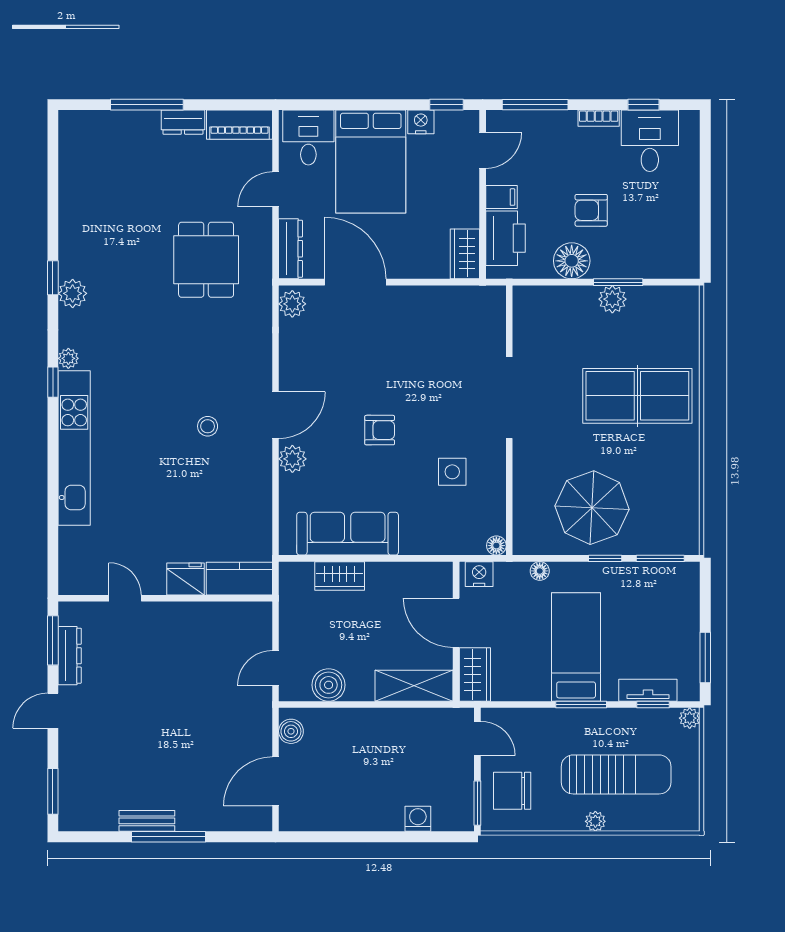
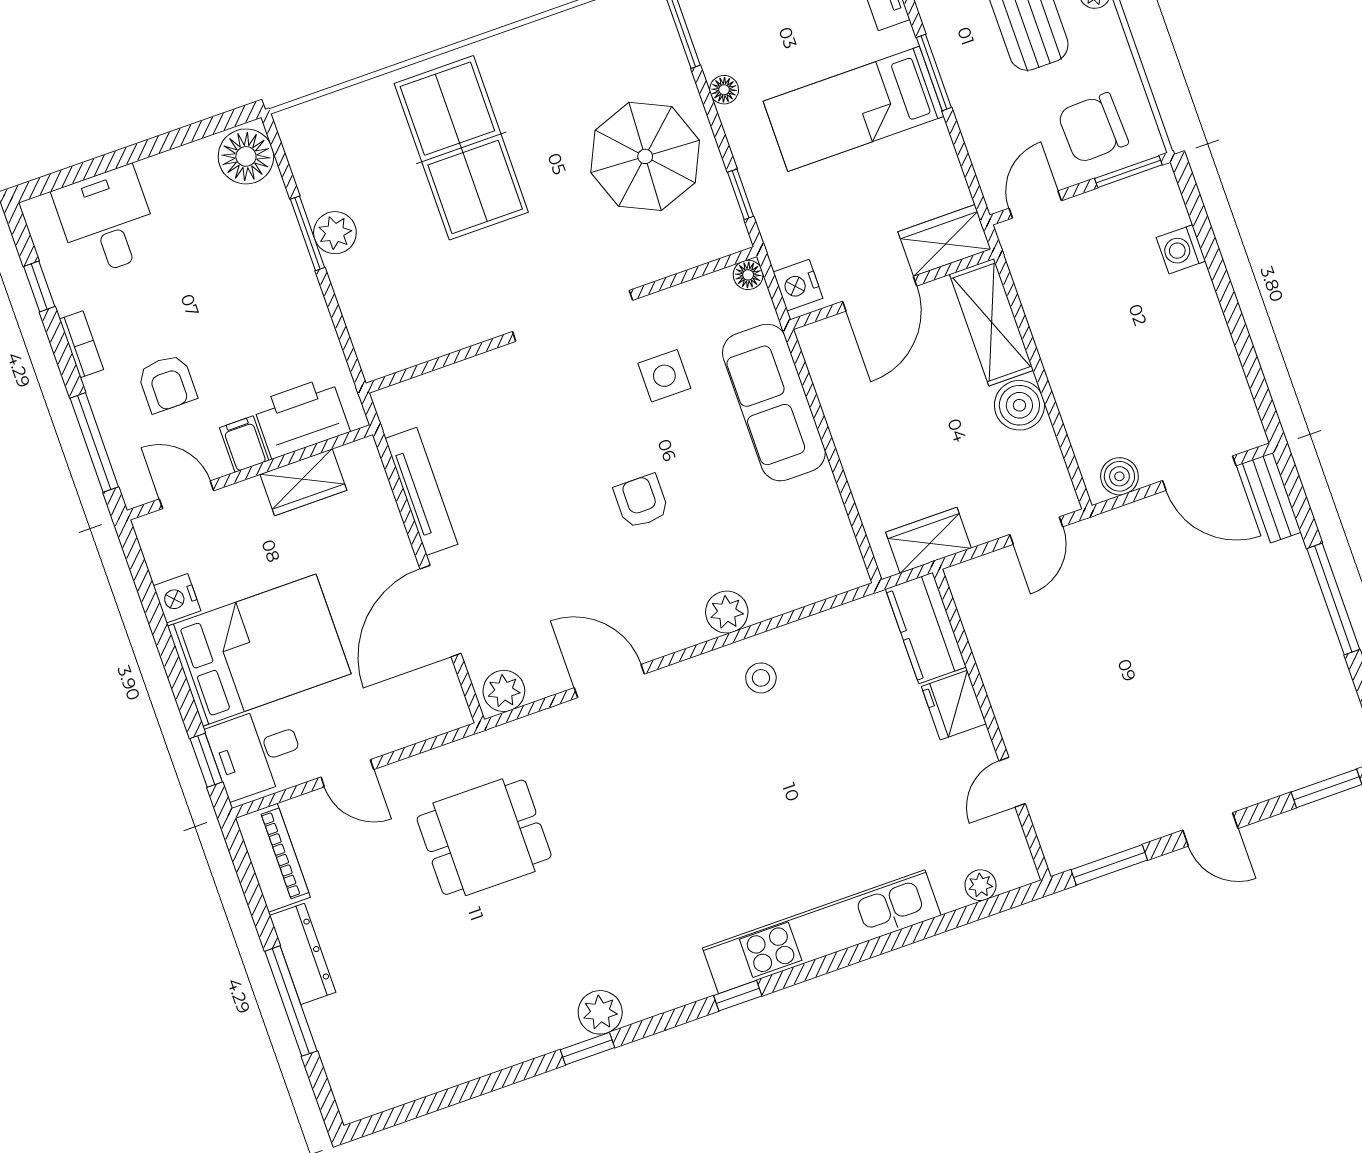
window: (446, 105) -> (206, 760), moved
dresser: (183, 122) -> (303, 954), width x1.44
desk: (650, 141) -> (107, 221), moved, turned 90
armchair: (591, 210) -> (167, 383), moved
dresser: (290, 249) -> (425, 721), removed
wardrobe: (465, 254) -> (303, 482), moved
floor lamp: (572, 261) -> (246, 156), moved
tv unit: (434, 296) -> (421, 491), added
plant: (68, 358) -> (981, 885), moved
doorway: (509, 398) -> (573, 316), moved
door: (275, 415) -> (609, 681), moved
stool: (208, 426) -> (761, 678), moved
sofa: (348, 534) -> (774, 403), moved
window: (605, 558) -> (741, 194), moved
floor lamp: (540, 571) -> (724, 90), moved
wardrobe: (340, 576) -> (929, 540), moved, turned -90
dresser: (70, 656) -> (1123, 833), removed
door: (275, 668) -> (1036, 531), hinge flipped
boiler: (329, 685) -> (1019, 405), moved
chair: (512, 791) -> (1093, 128), turned 88
bench: (147, 821) -> (1272, 498), moved

